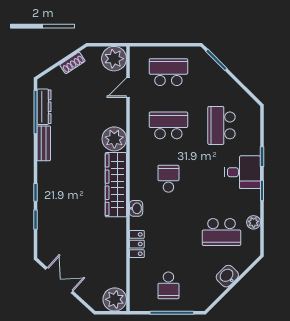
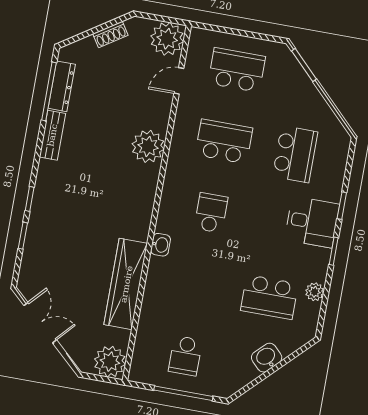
school desk: (222, 125) -> (295, 154), turned 180
wardrobe: (116, 185) -> (126, 284), moved
locker: (137, 244) -> (153, 293), removed

